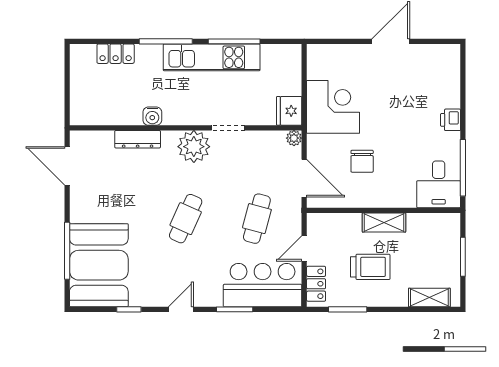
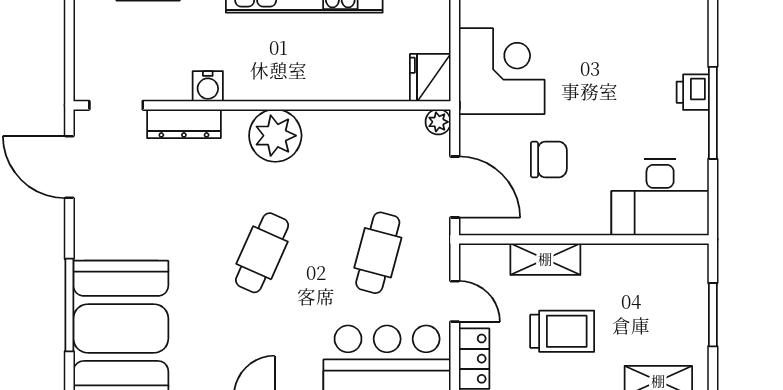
doorway: (228, 128) -> (116, 105), moved
chair: (362, 161) -> (549, 160), turned -90
window: (463, 168) -> (713, 113), moved
desk: (439, 184) -> (660, 197), width x1.37
shelving: (384, 223) -> (545, 259), moved
door: (304, 248) -> (455, 301), swing flipped

